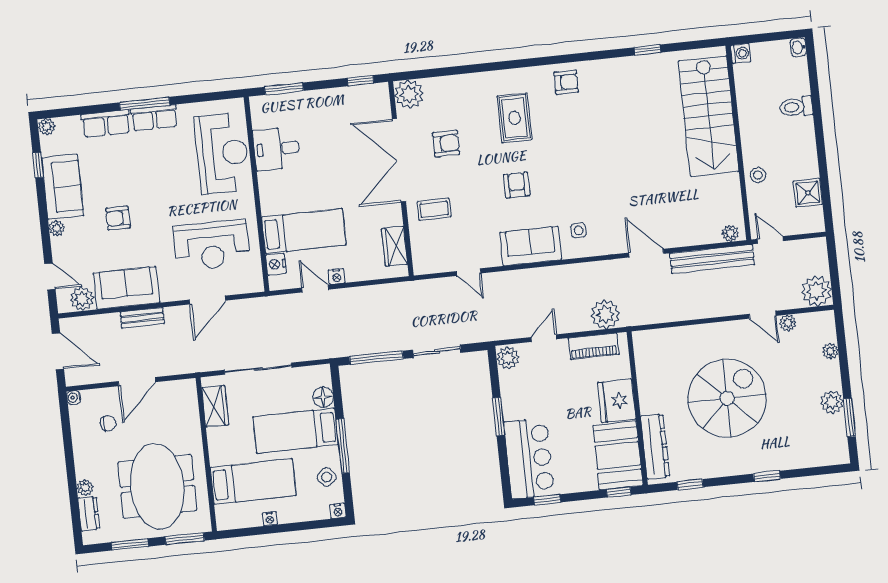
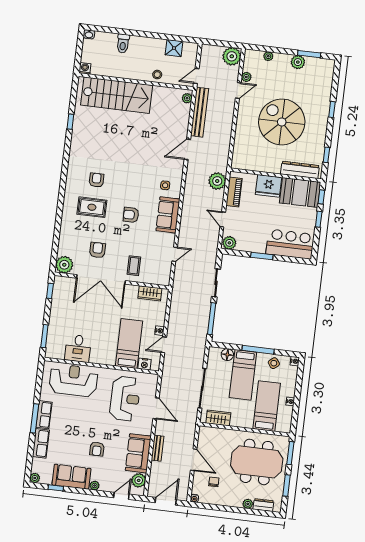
armchair: (566, 82) -> (96, 180), moved
window: (547, 500) -> (319, 219), moved

